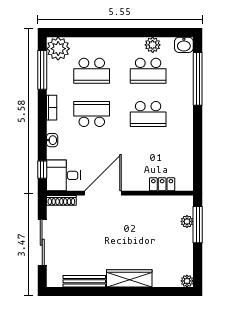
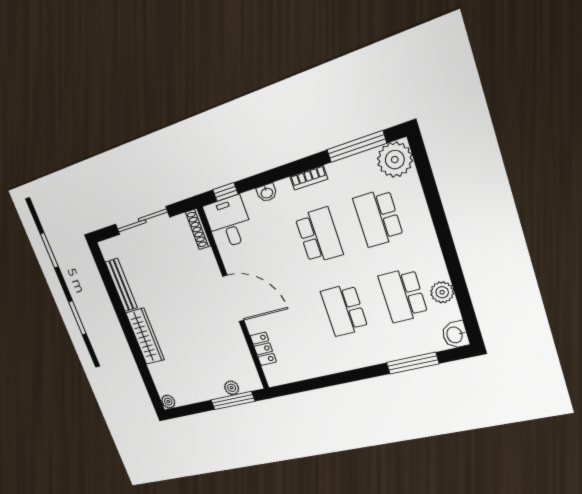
window: (198, 79) -> (413, 363), width x0.68
door: (103, 193) -> (233, 298), moved

